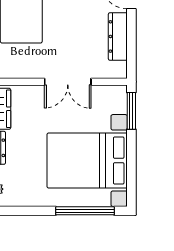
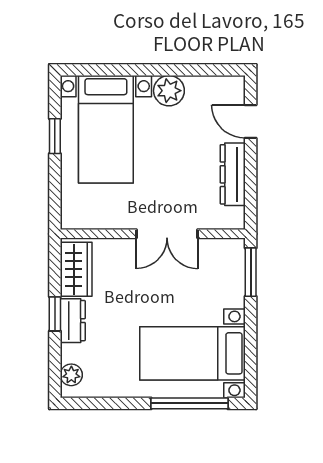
bed with nightstands: (87, 160) -> (192, 353), width x0.73

